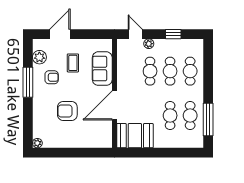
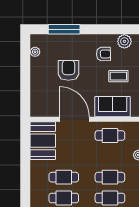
cafe table: (150, 71) -> (110, 135), moved
armchair: (52, 77) -> (104, 54), turned -91
window: (28, 82) -> (64, 29), moved
plant: (37, 143) -> (35, 52), moved

